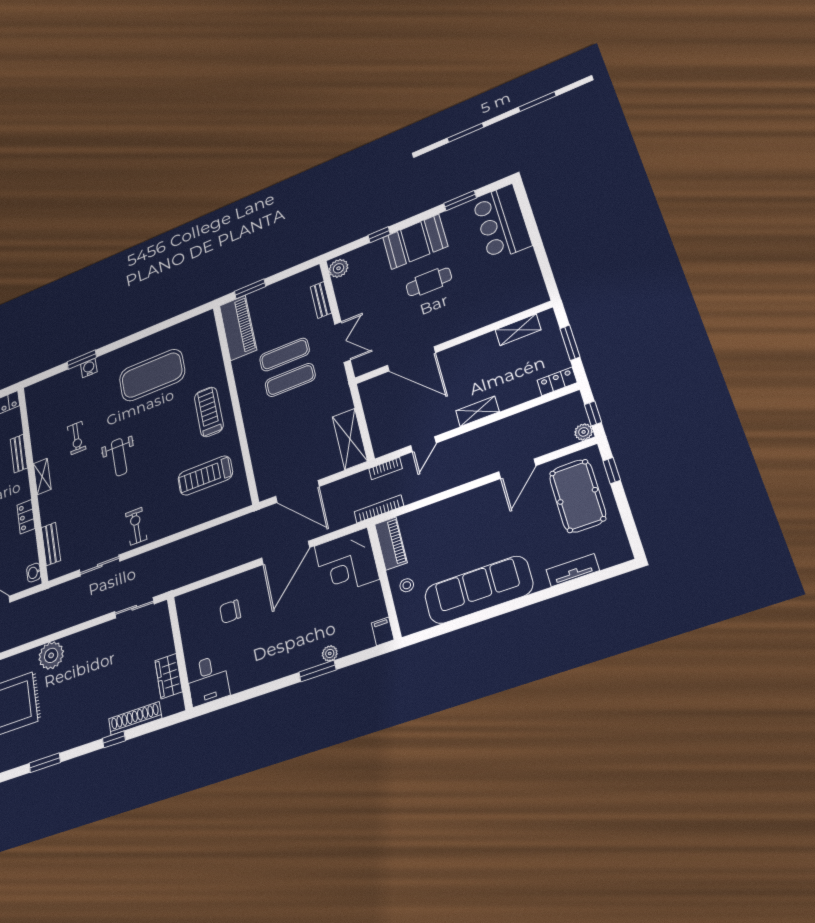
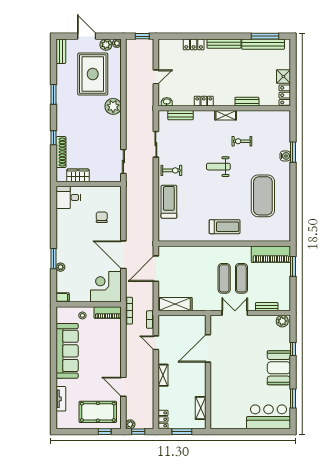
cafe table: (429, 282) -> (250, 369), removed
double door: (342, 342) -> (235, 313), swing flipped
treadmill: (205, 476) -> (169, 202), moved

